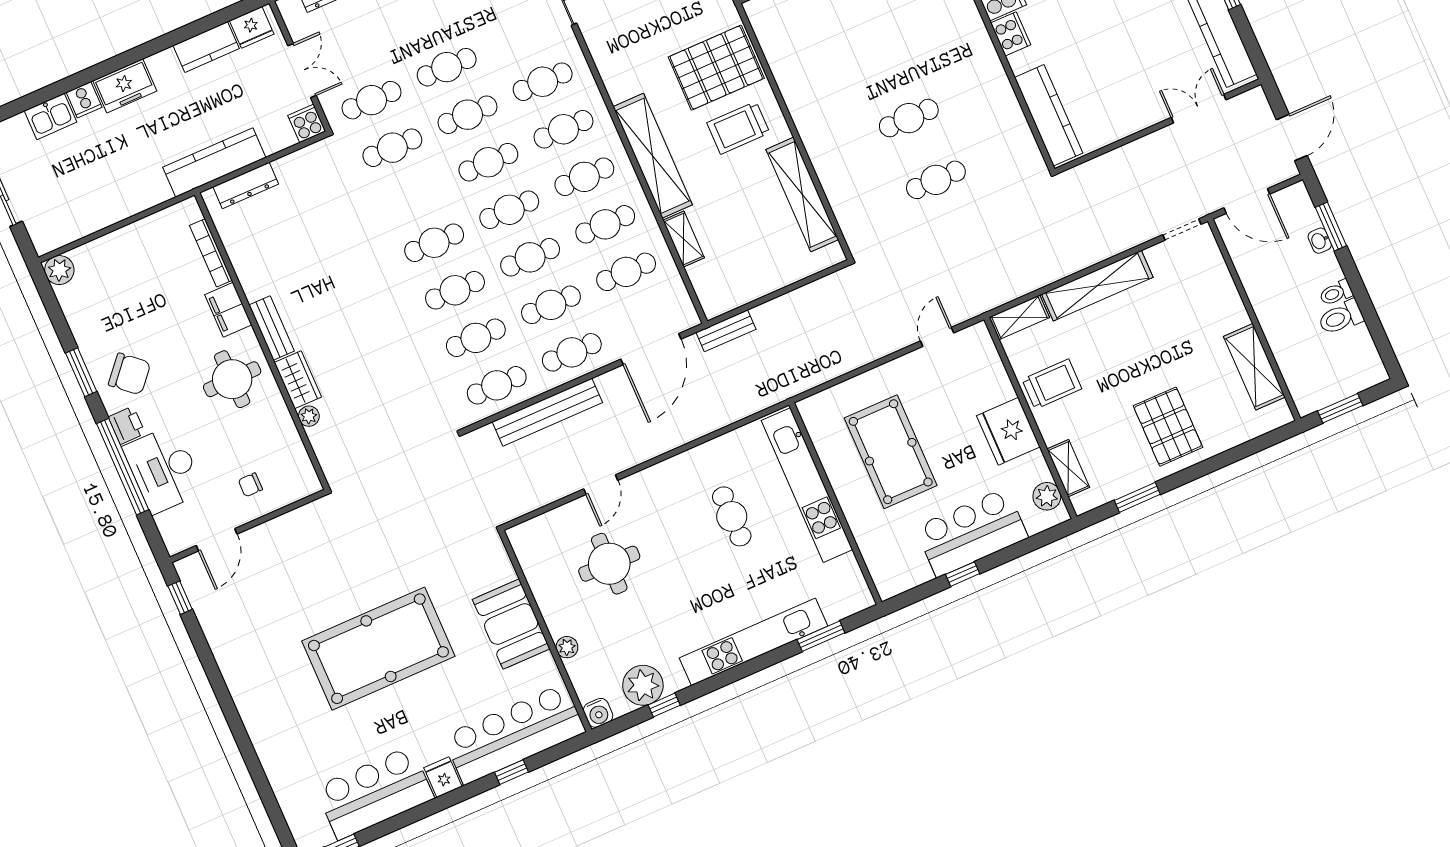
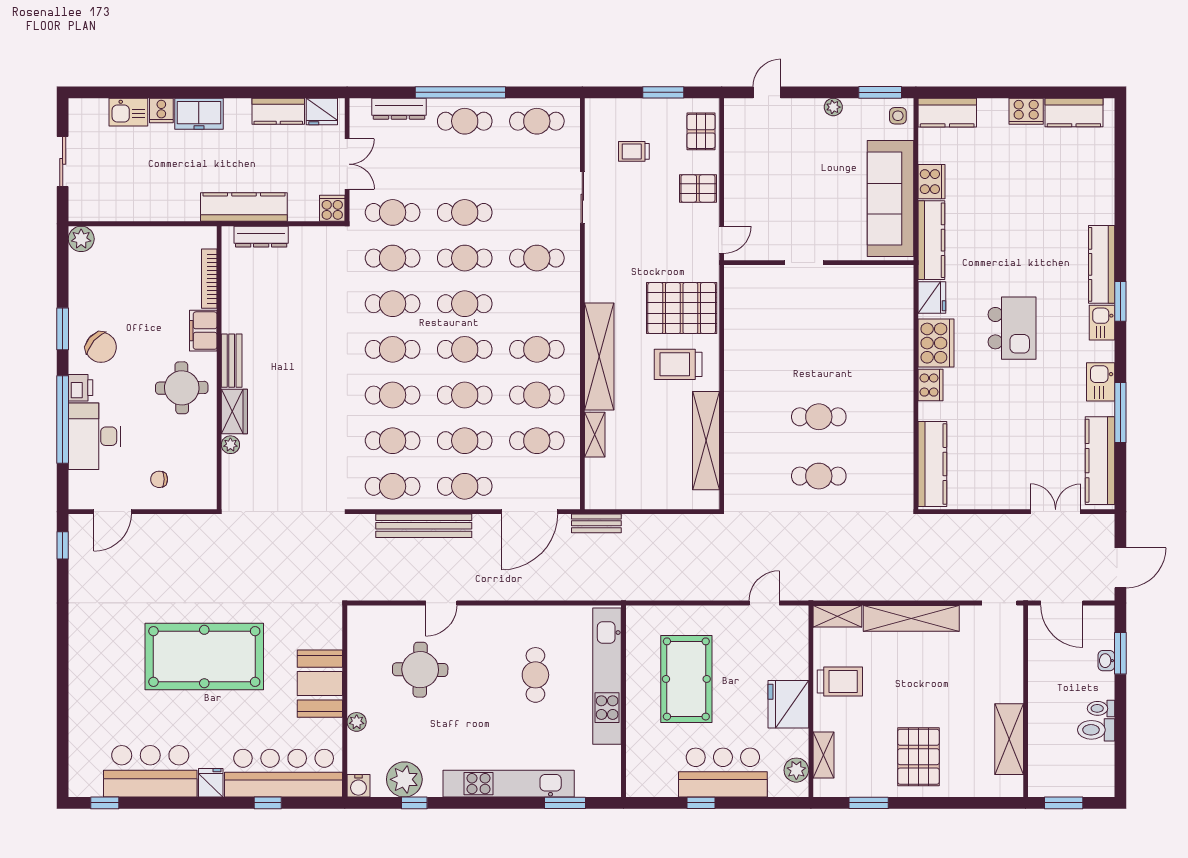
cafe table: (563, 129) -> (393, 304), moved

